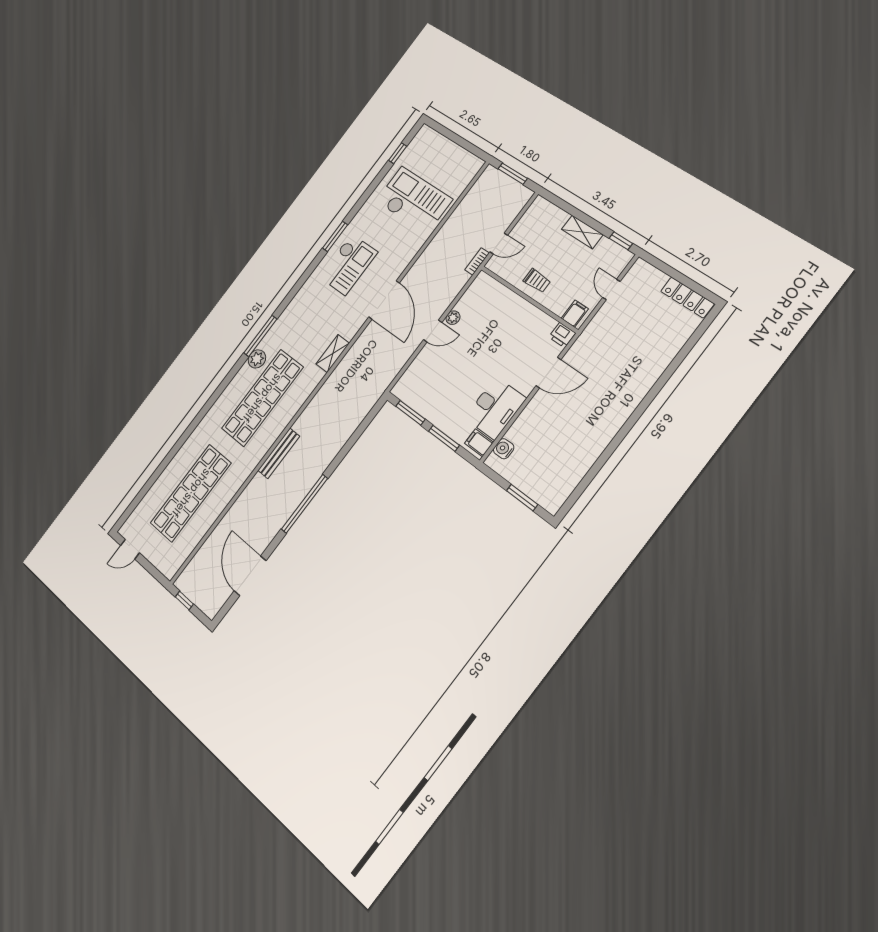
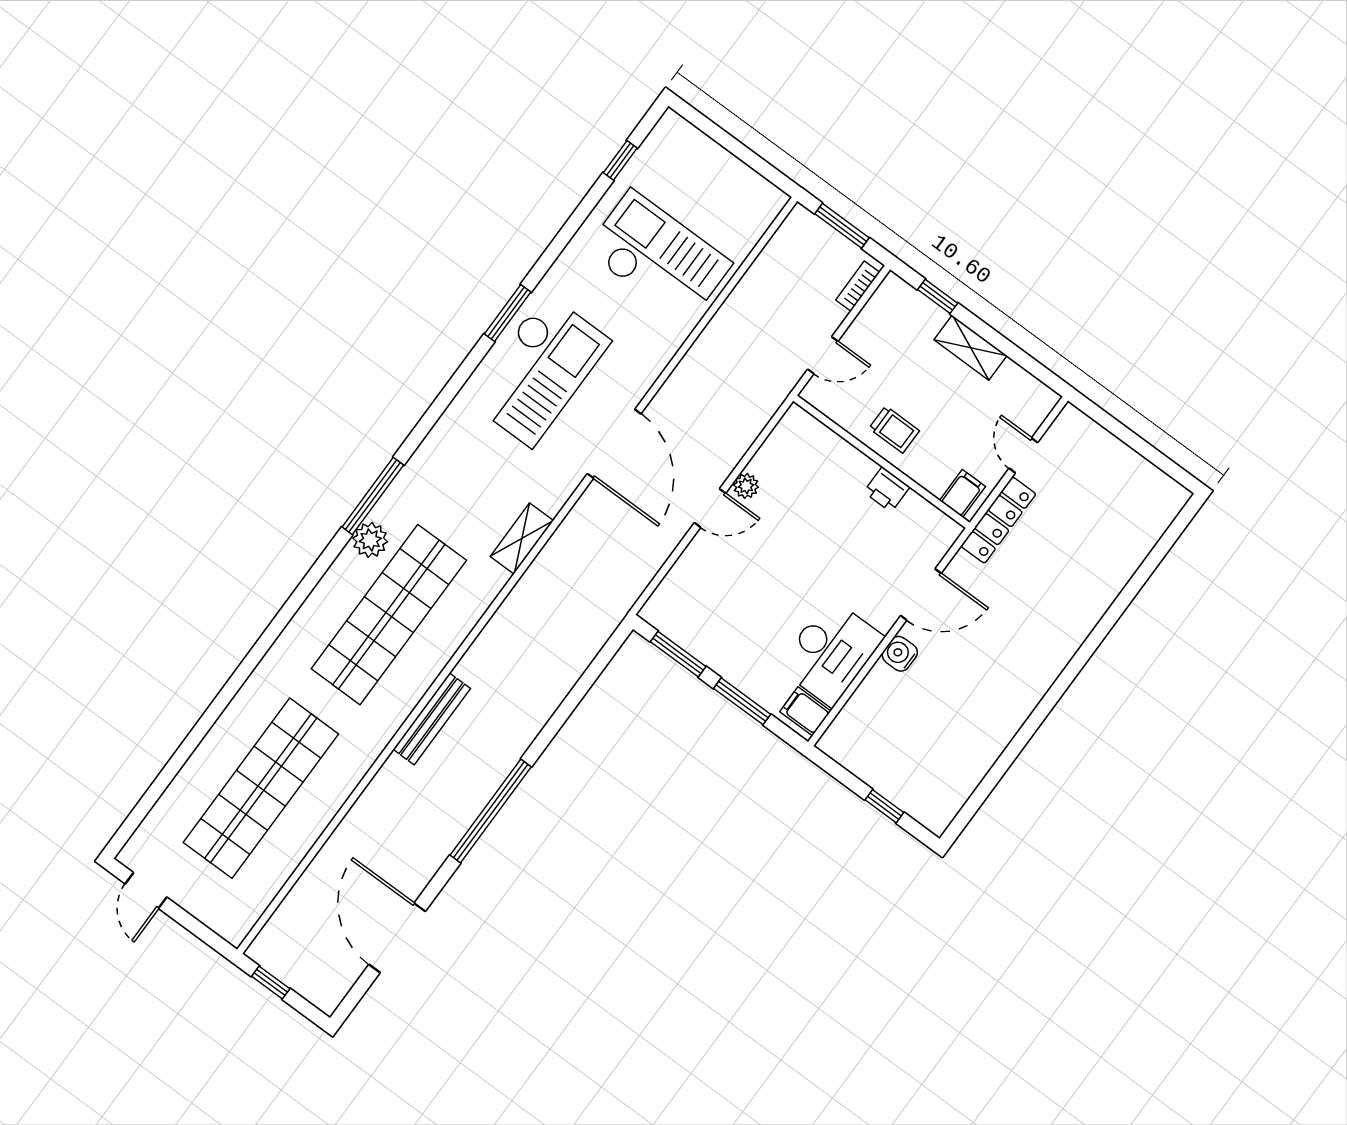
window: (621, 241) -> (938, 296), moved
bookcase: (477, 261) -> (858, 286), moved
checkout: (348, 264) -> (539, 370), width x1.36, depth x1.21
locker: (687, 297) -> (998, 520), moved, turned -90
printer: (562, 335) -> (887, 489), moved
water cooler: (504, 449) -> (900, 654), moved
window: (522, 498) -> (884, 806), width x0.67
door: (130, 549) -> (146, 891), hinge flipped

